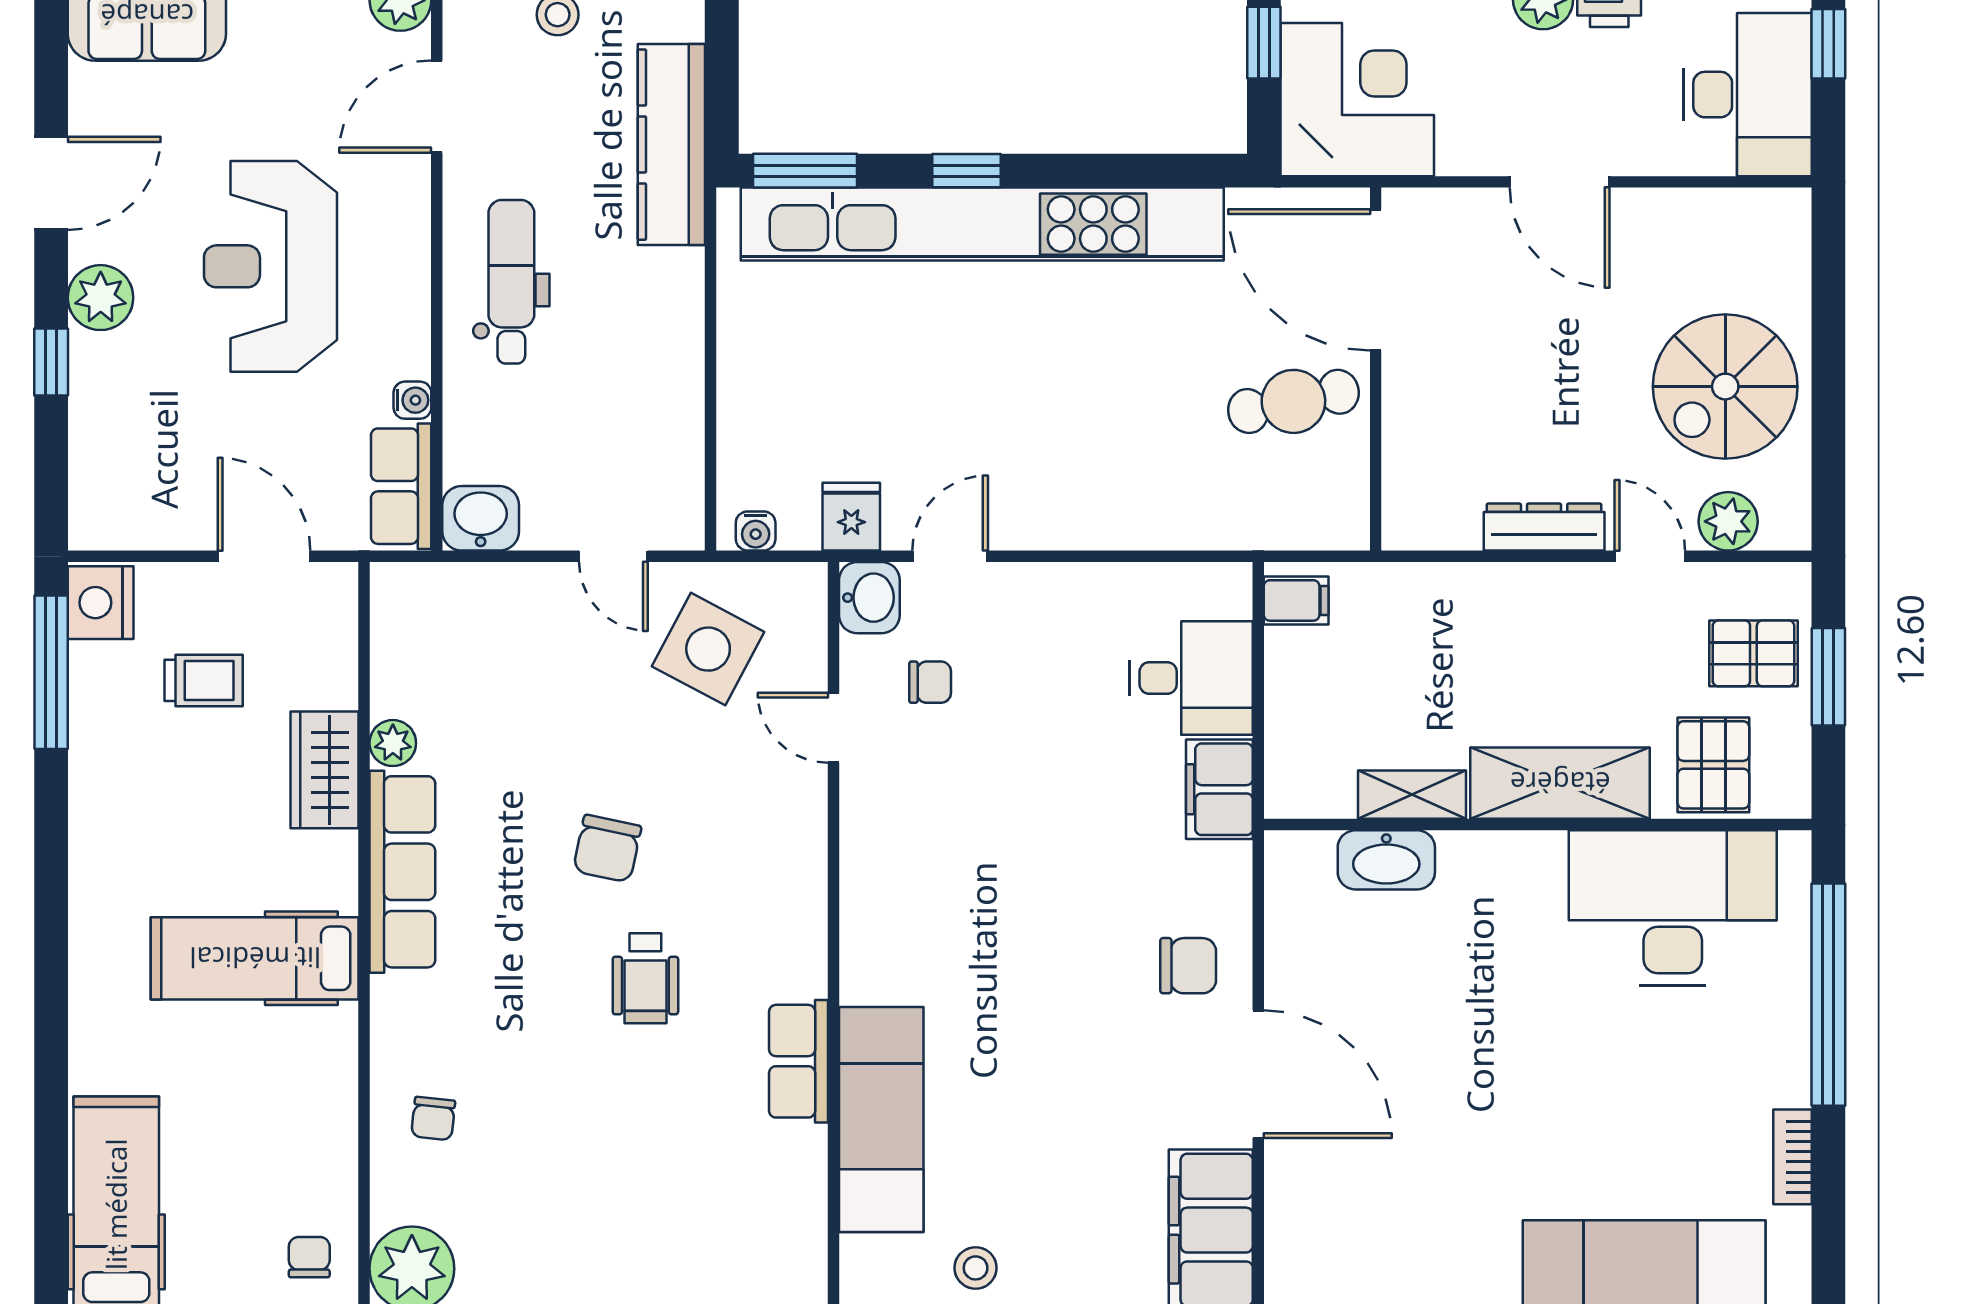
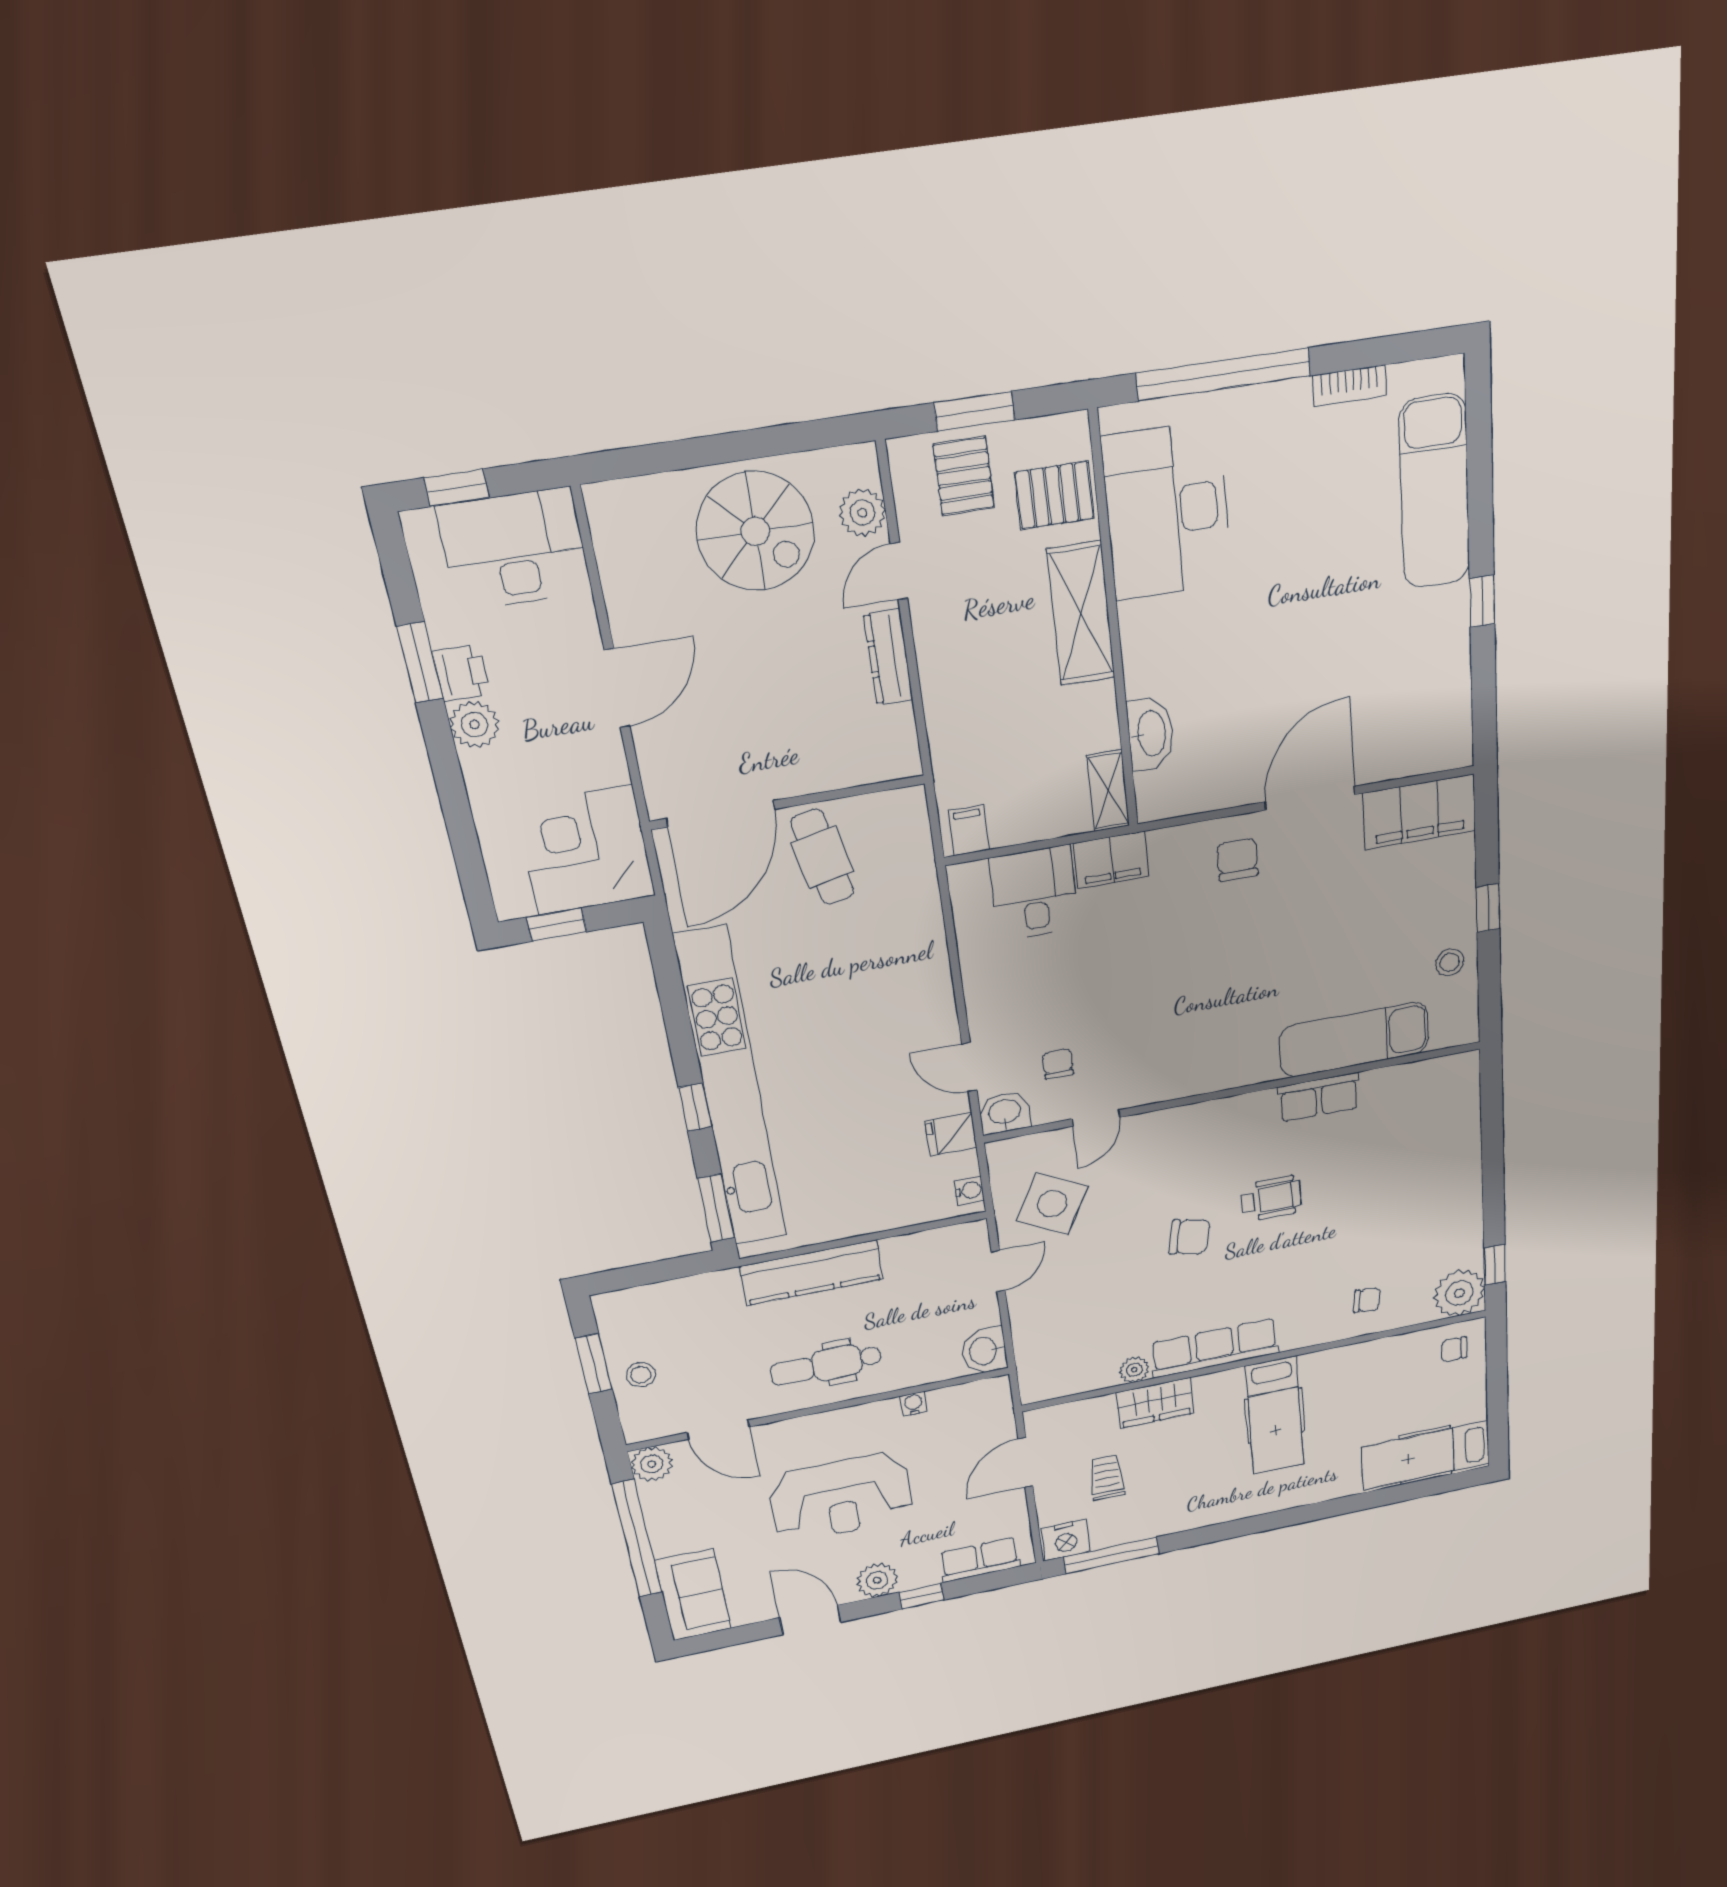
kitchen counter: (671, 145) -> (812, 1273), moved
row of seats: (401, 486) -> (980, 1560), moved, turned 180
shelving: (1412, 795) -> (1108, 791), moved

